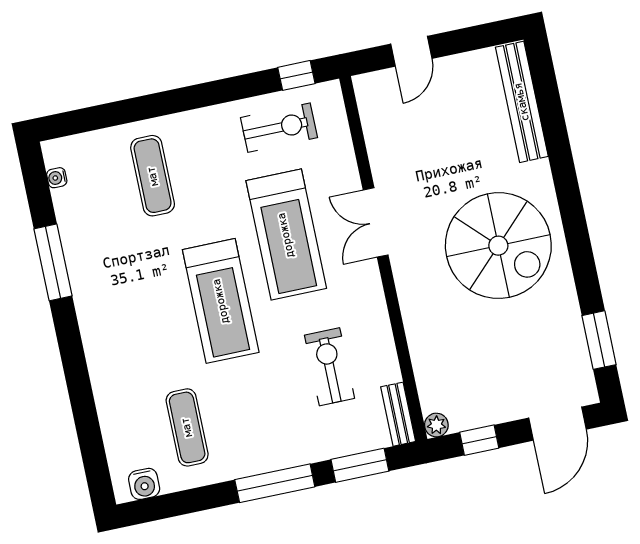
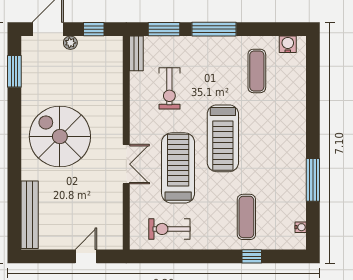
window: (296, 75) -> (252, 256), moved
treadmill: (221, 301) -> (223, 138), turned 180
plant: (436, 425) -> (70, 43), moved

